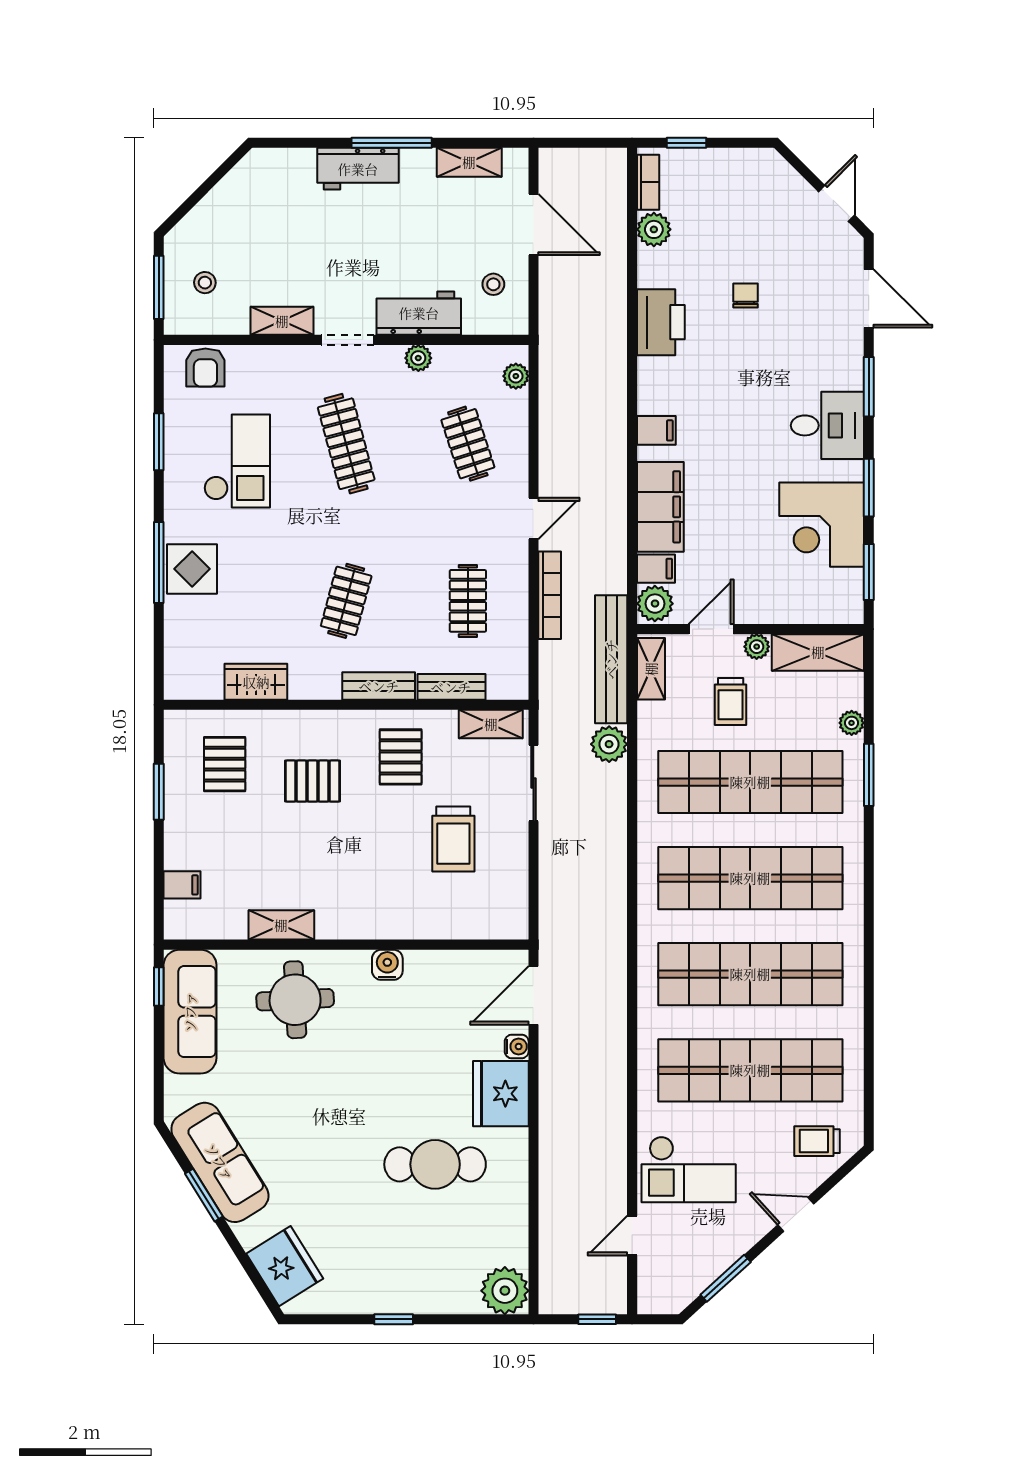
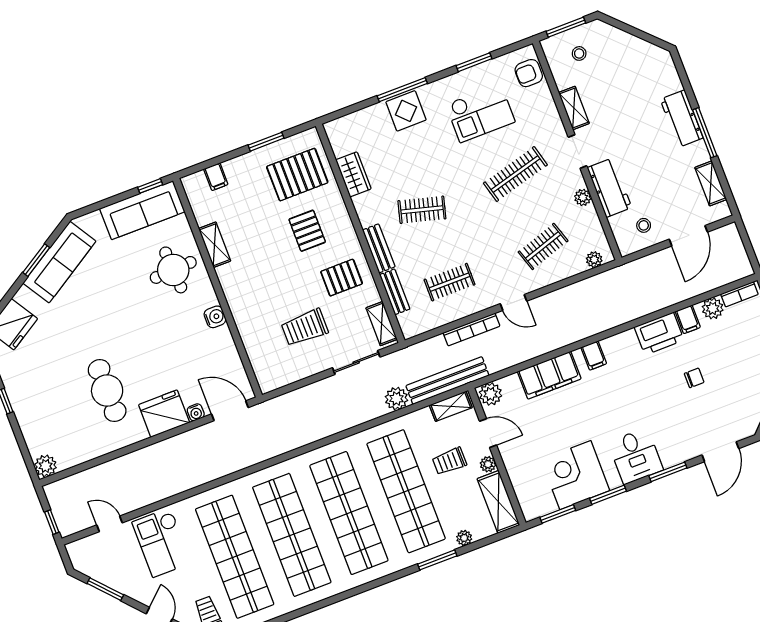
filing cabinet: (656, 569) -> (688, 319), moved
pallet: (225, 764) -> (297, 175), width x1.50, depth x1.42
plant: (505, 1291) -> (46, 466), width x0.73, depth x0.73

